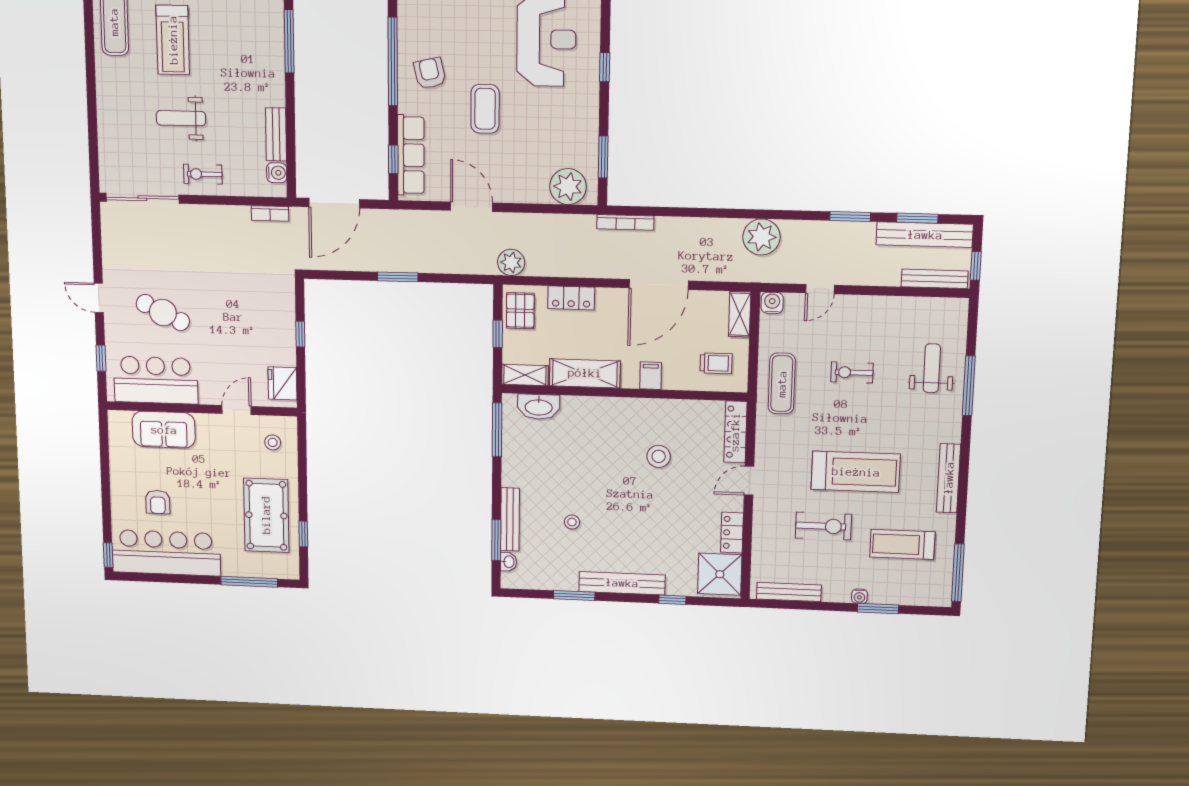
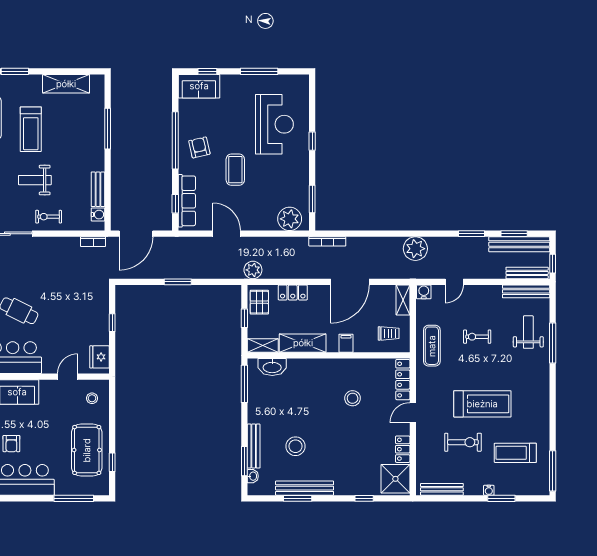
bench: (949, 478) -> (526, 291), moved, turned 90
stool: (572, 522) -> (295, 446), width x1.89, depth x1.89
bench: (622, 583) -> (305, 488), moved

